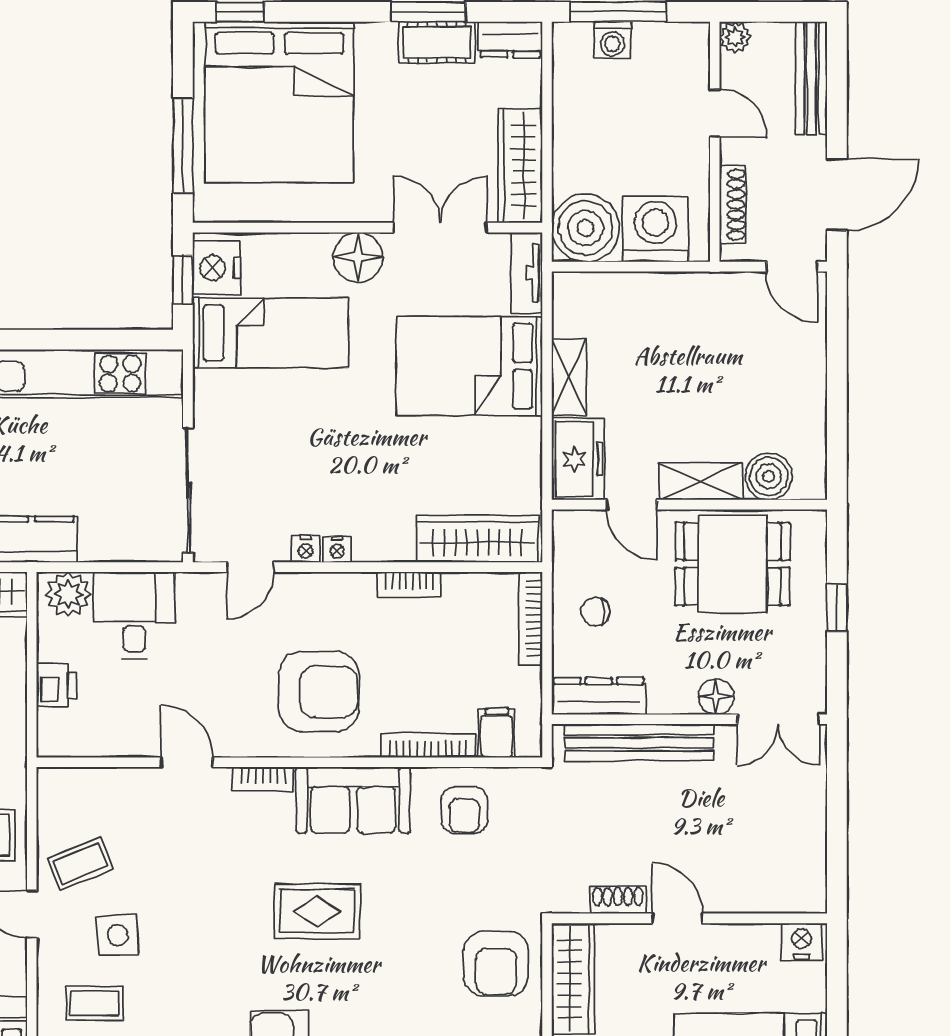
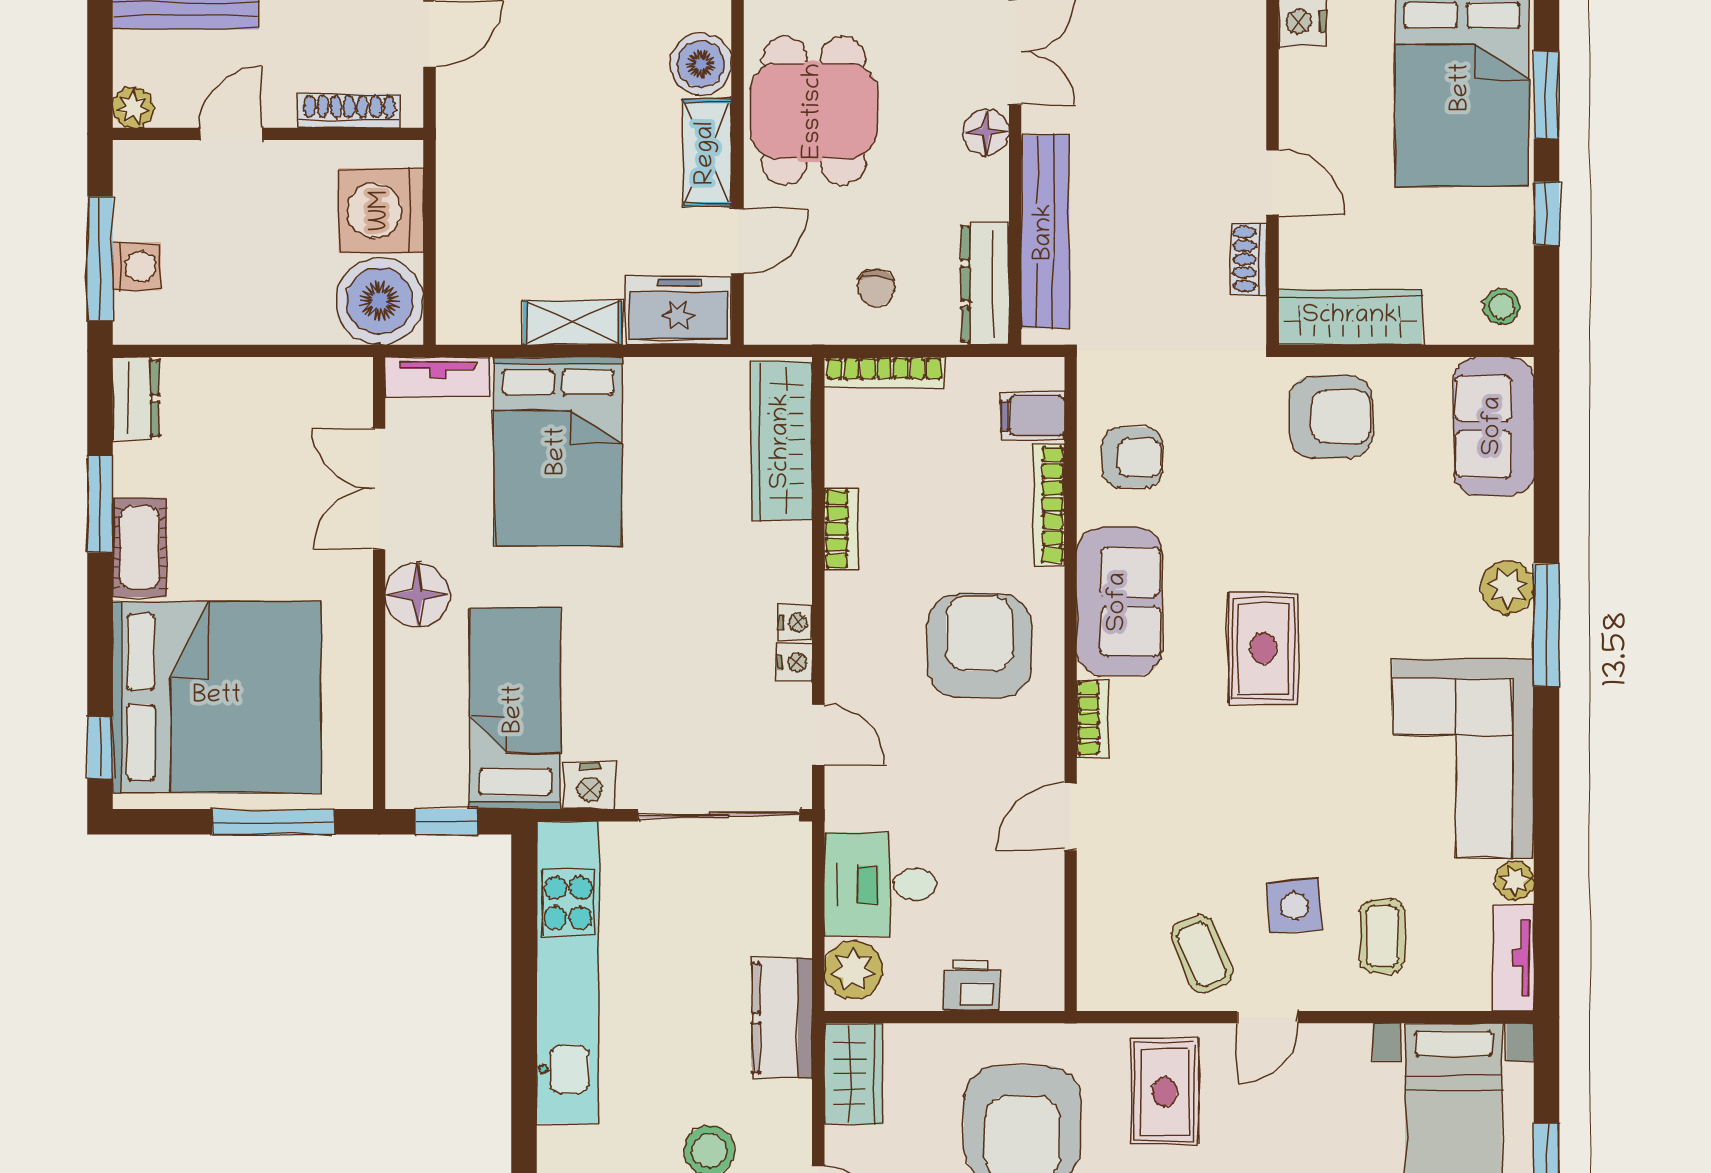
cot: (437, 42) -> (140, 548), moved
wardrobe: (520, 166) -> (299, 386), removed
nightstand: (217, 268) -> (590, 786), moved, width x0.74, depth x0.75
door: (677, 918) -> (1272, 182), swing flipped

